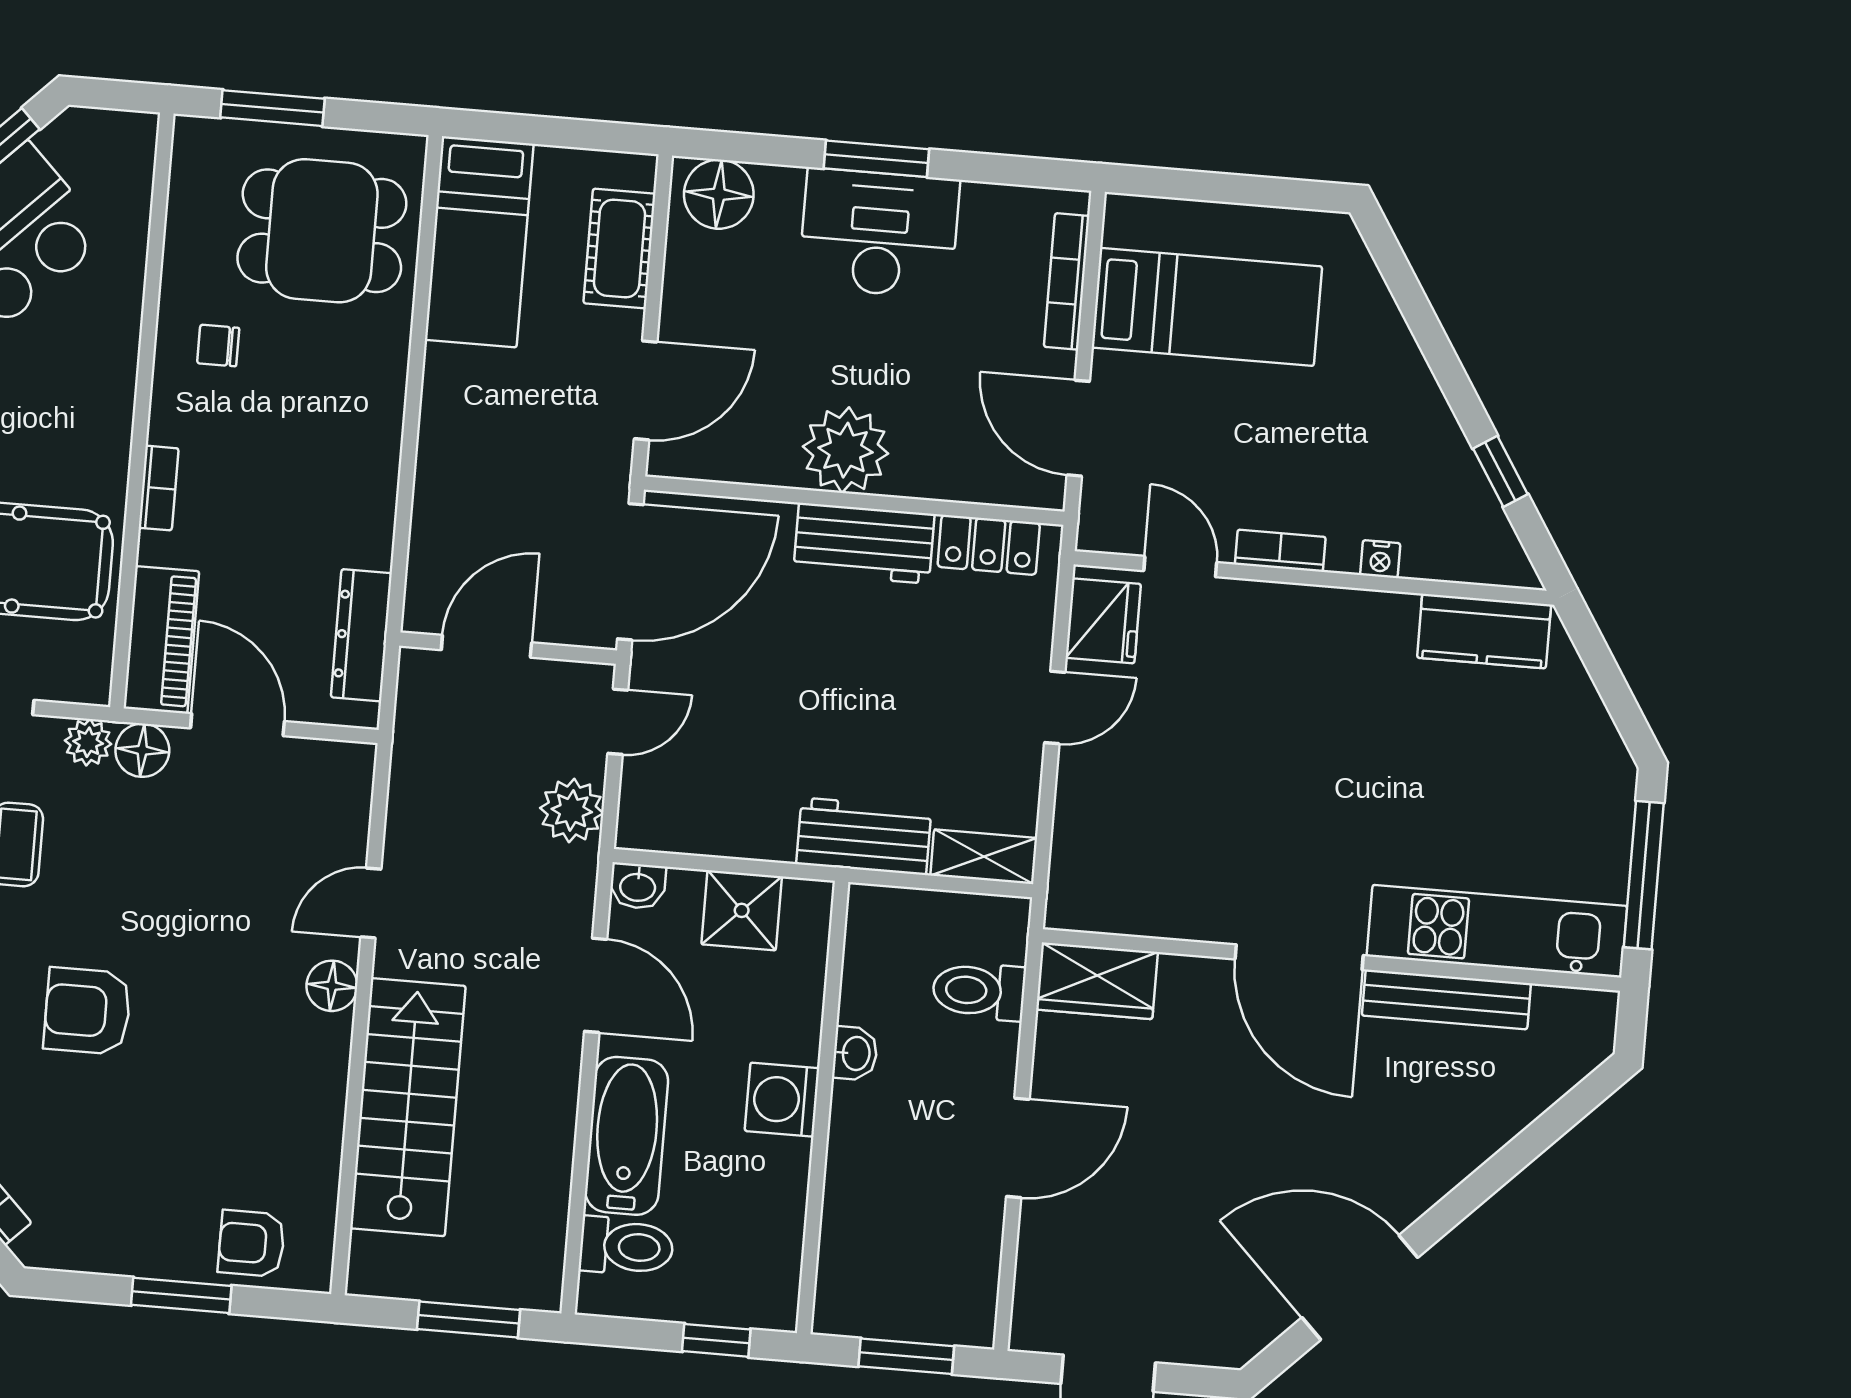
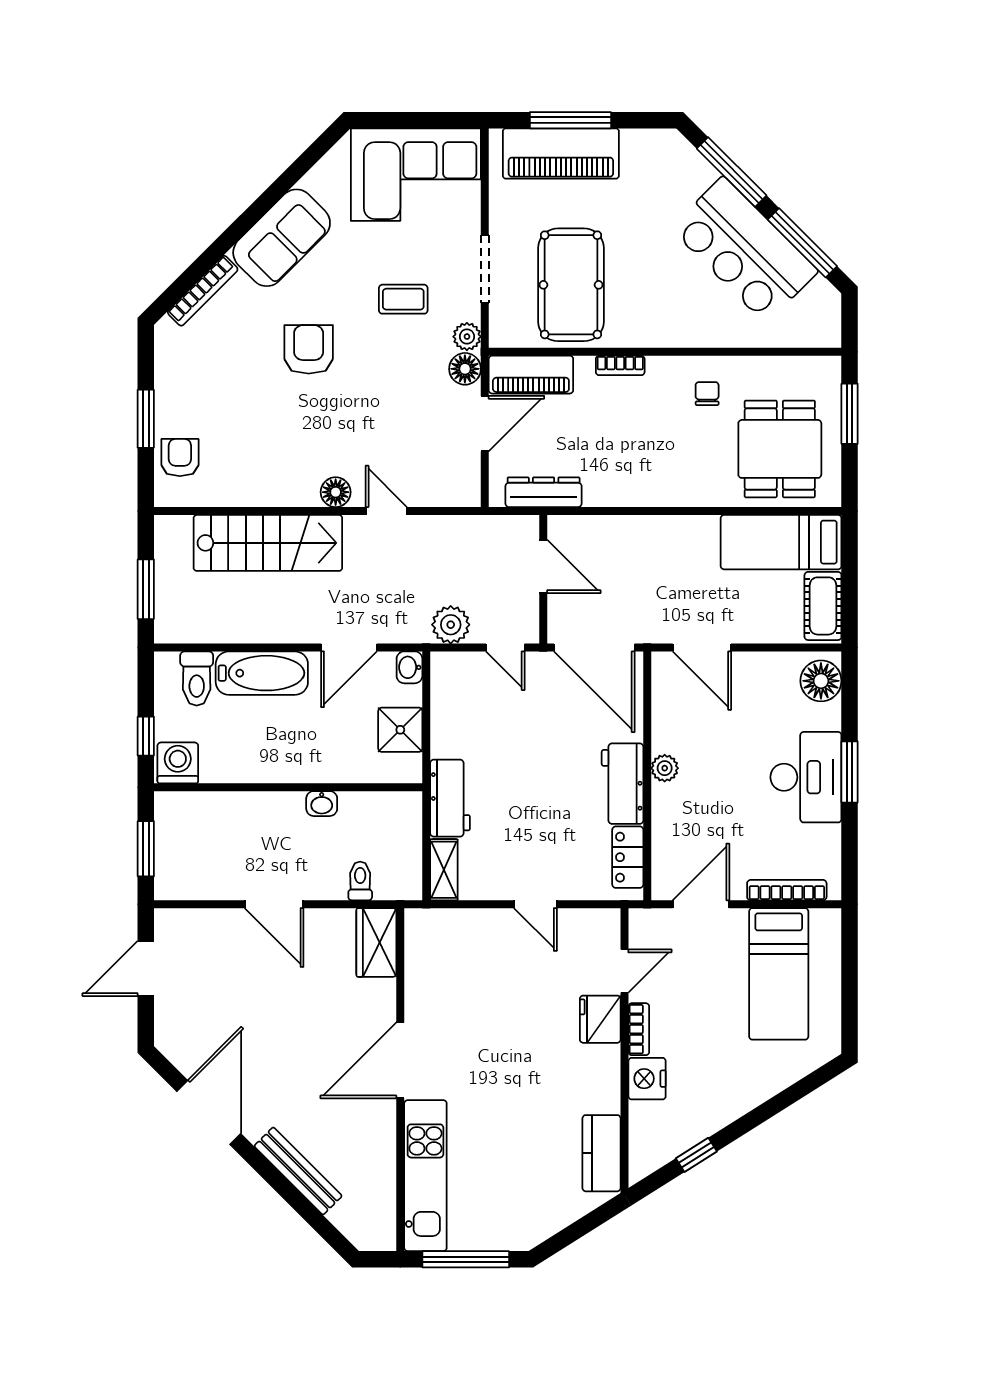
cot: (619, 248) -> (823, 606), moved, turned 90
plant: (845, 450) -> (665, 768), width x0.53, depth x0.53
nightstand: (1380, 559) -> (647, 1079), width x1.89, depth x1.79
fridge: (1103, 621) -> (600, 1019), moved, turned 90
toilet: (979, 991) -> (360, 881), width x0.73, depth x0.72
bench: (1446, 1000) -> (298, 1171), moved, turned -45
washing machine: (782, 1100) -> (178, 763), moved

